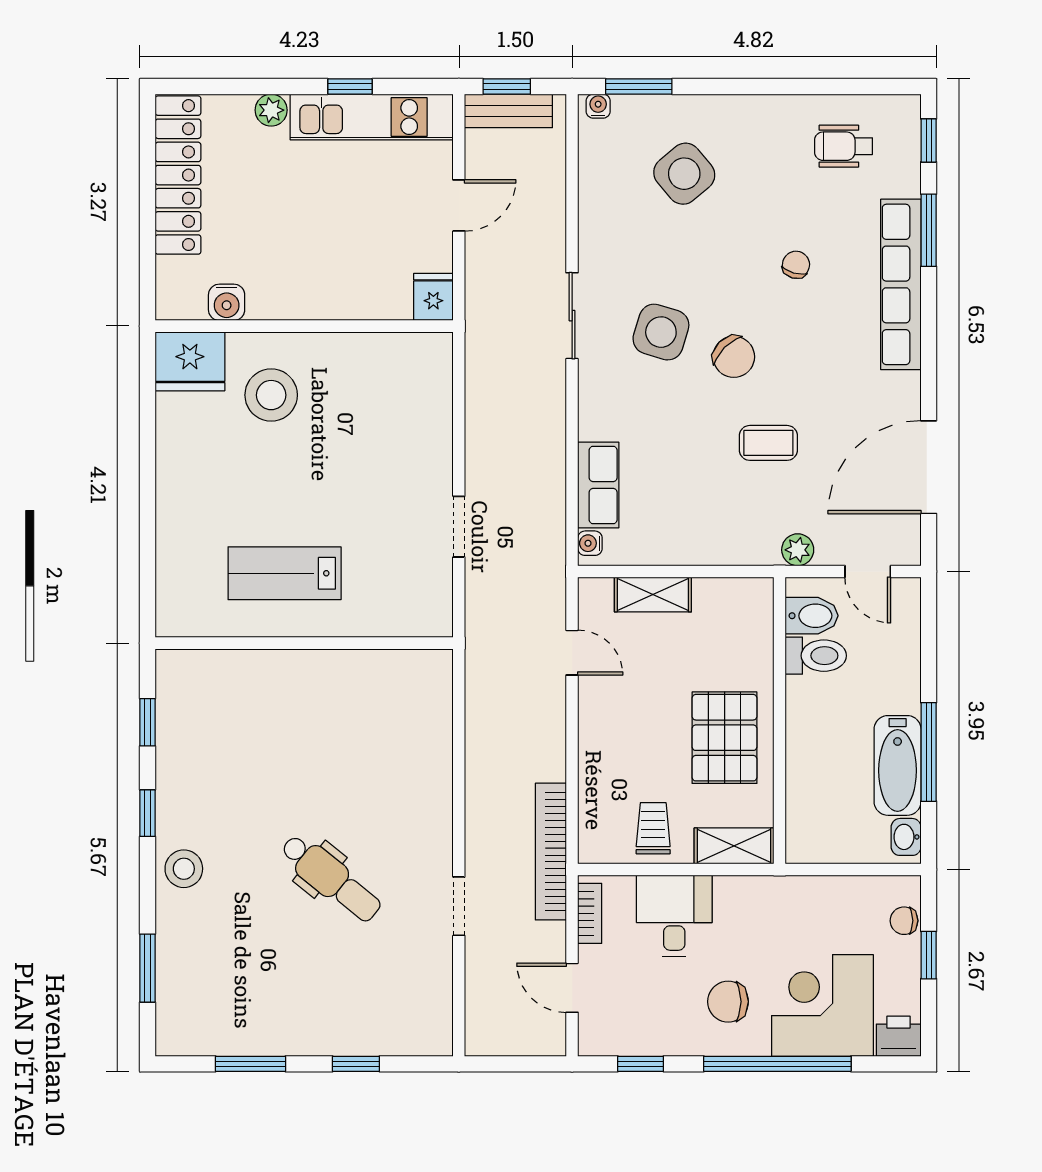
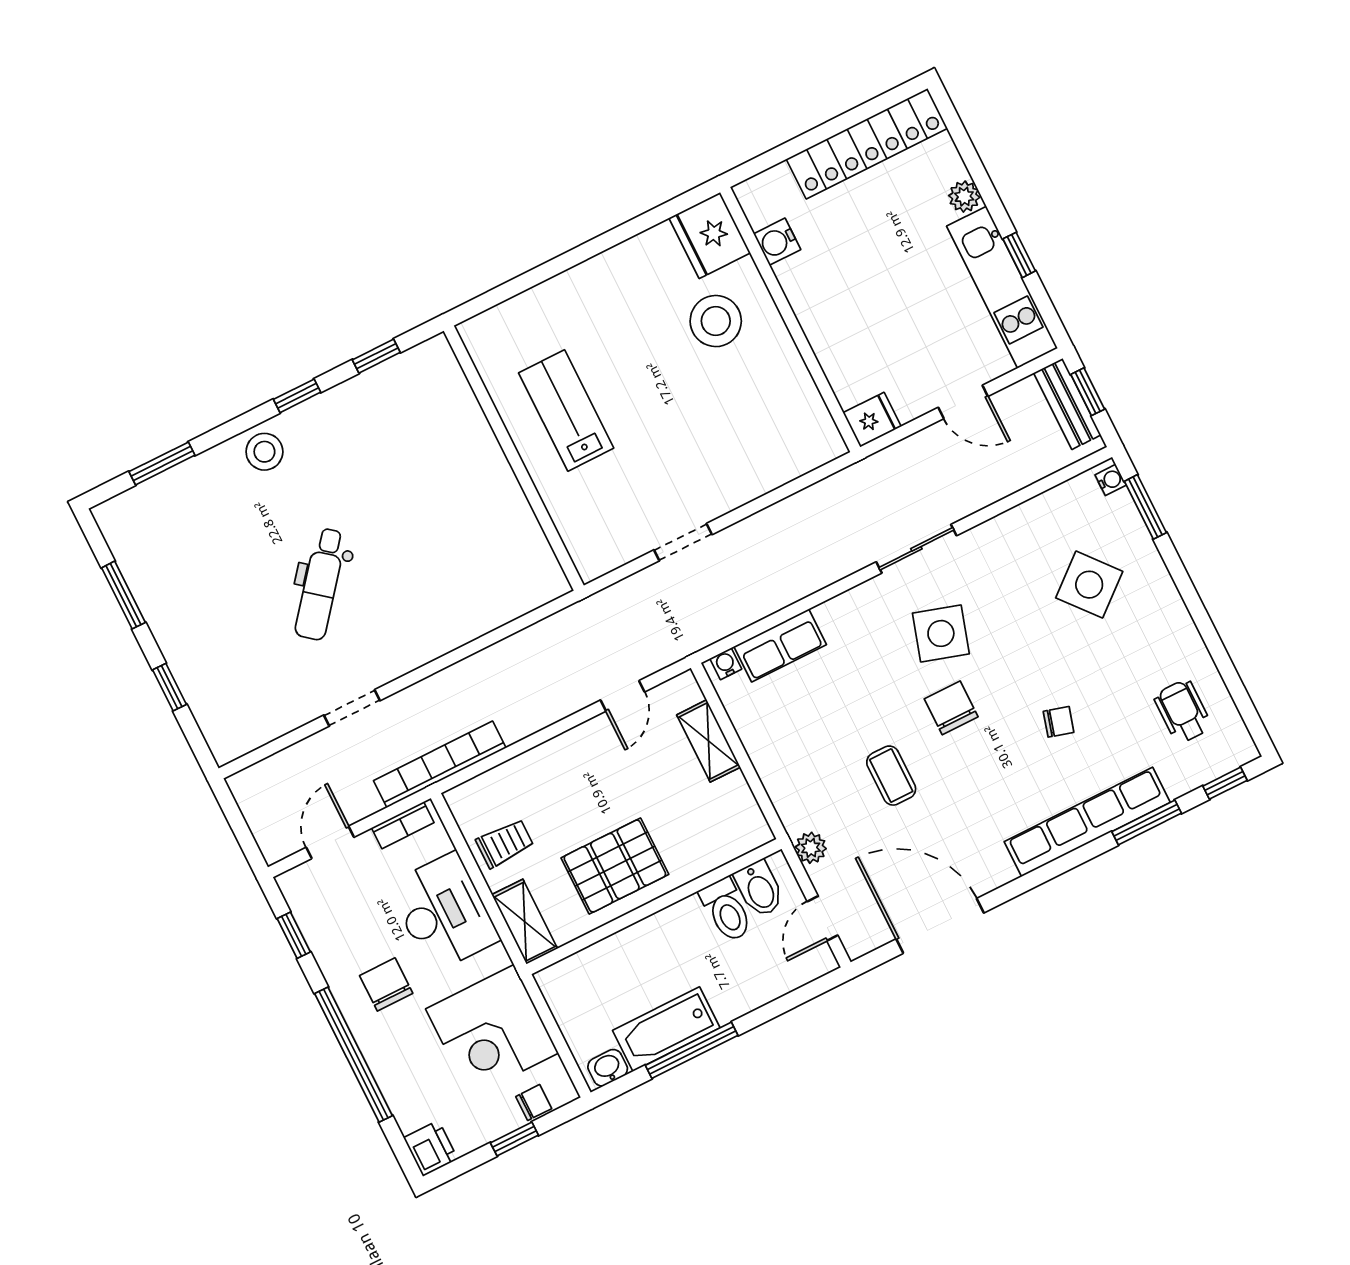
chair: (734, 357) -> (951, 708), turned 135
desk: (674, 916) -> (444, 912), width x1.37
chair: (904, 921) -> (534, 1103), turned 90
corner desk: (822, 1005) -> (492, 1031), moved, turned 180

